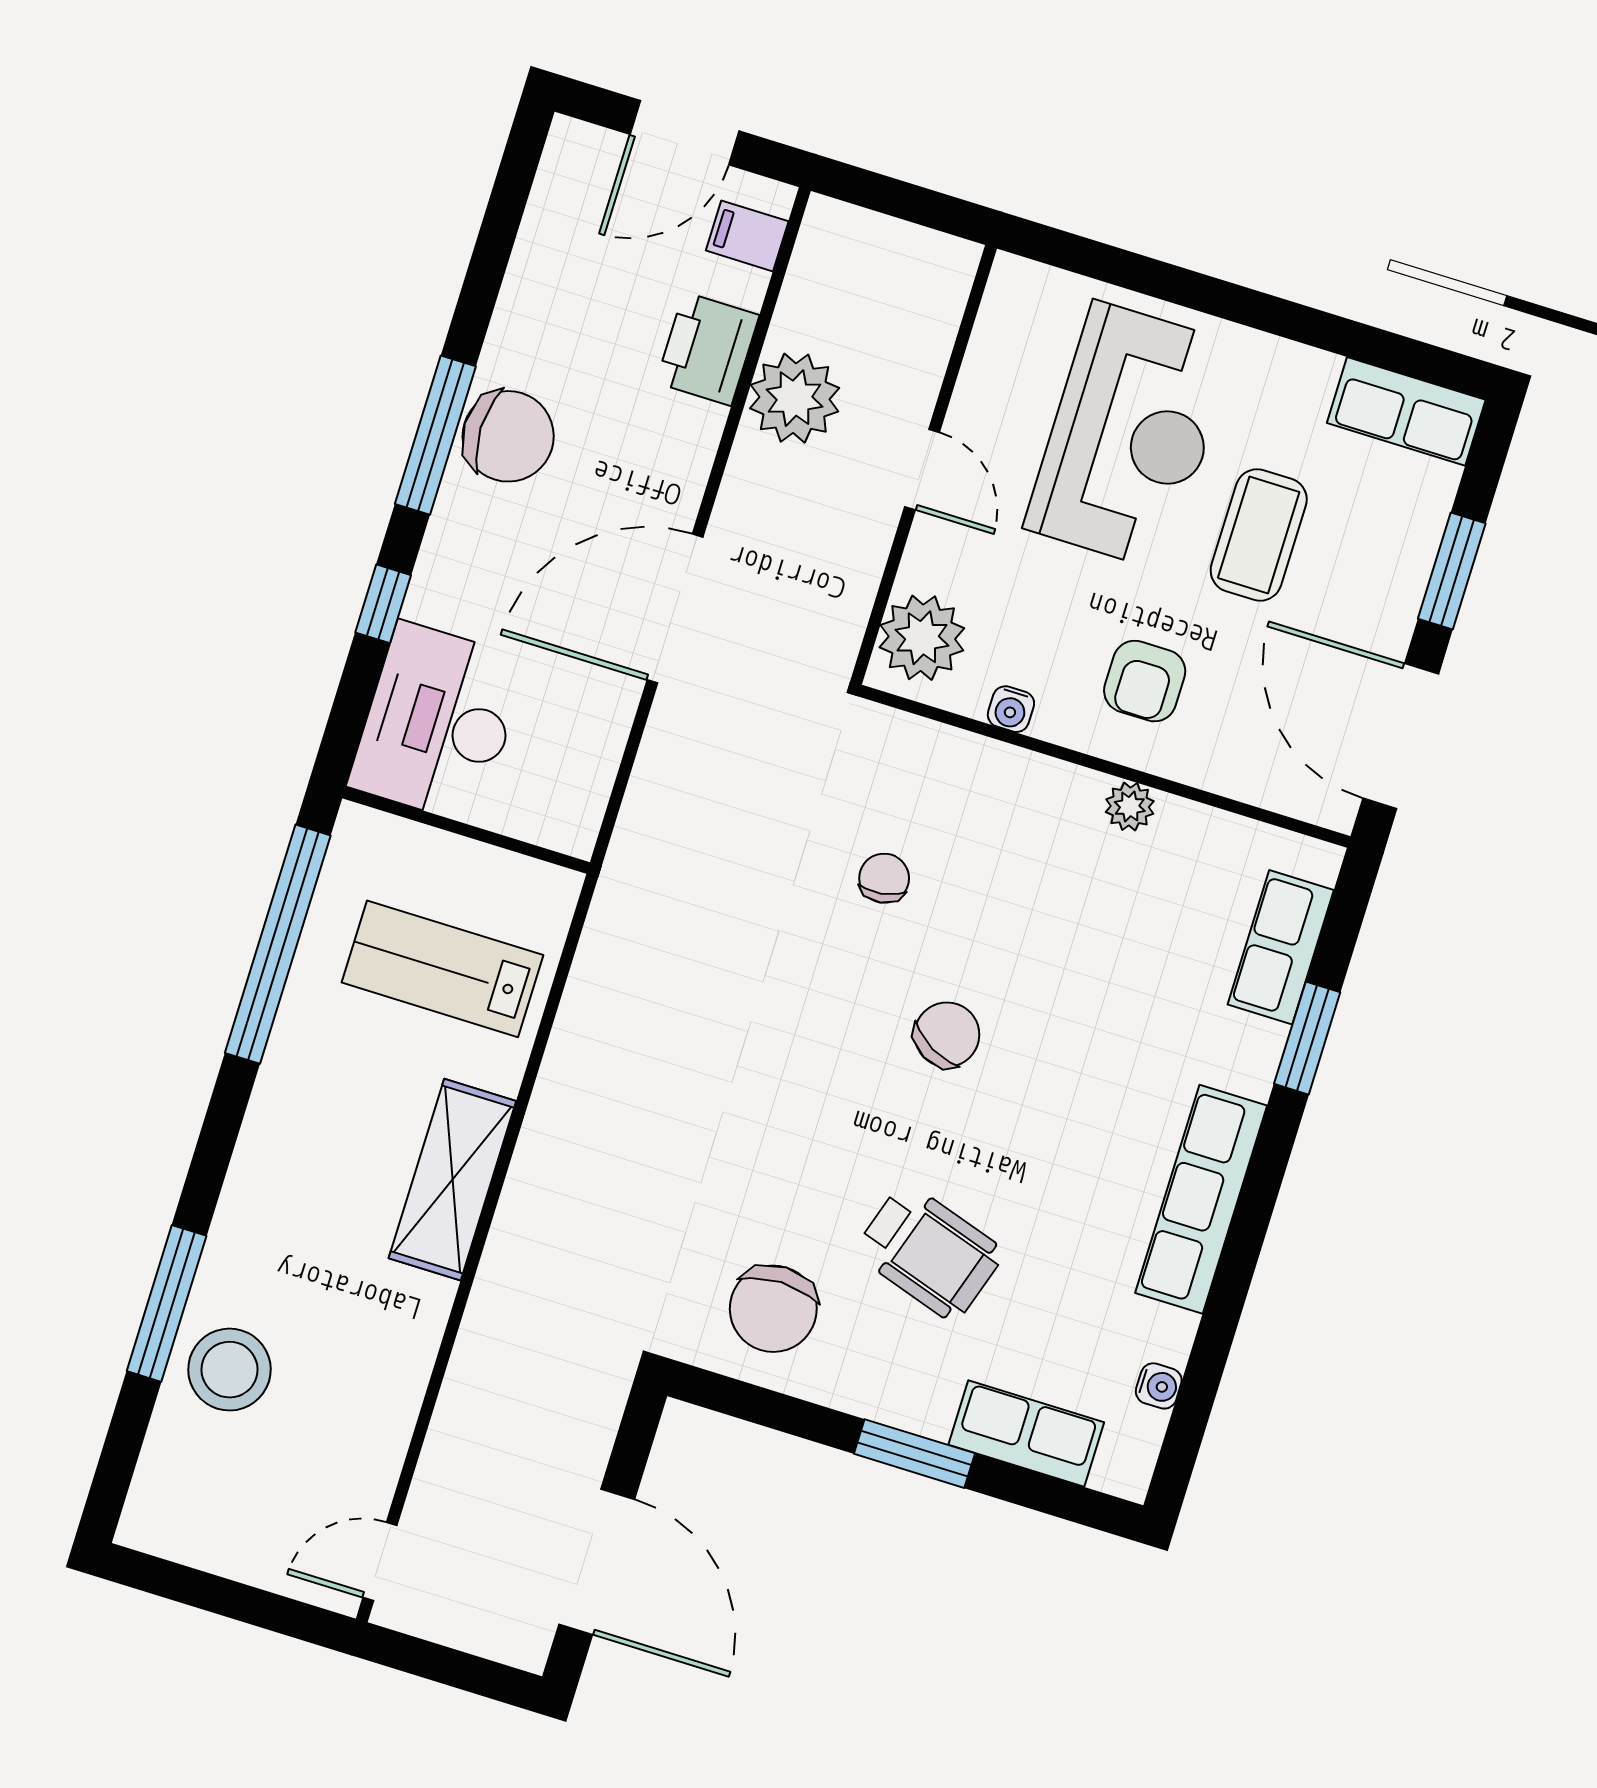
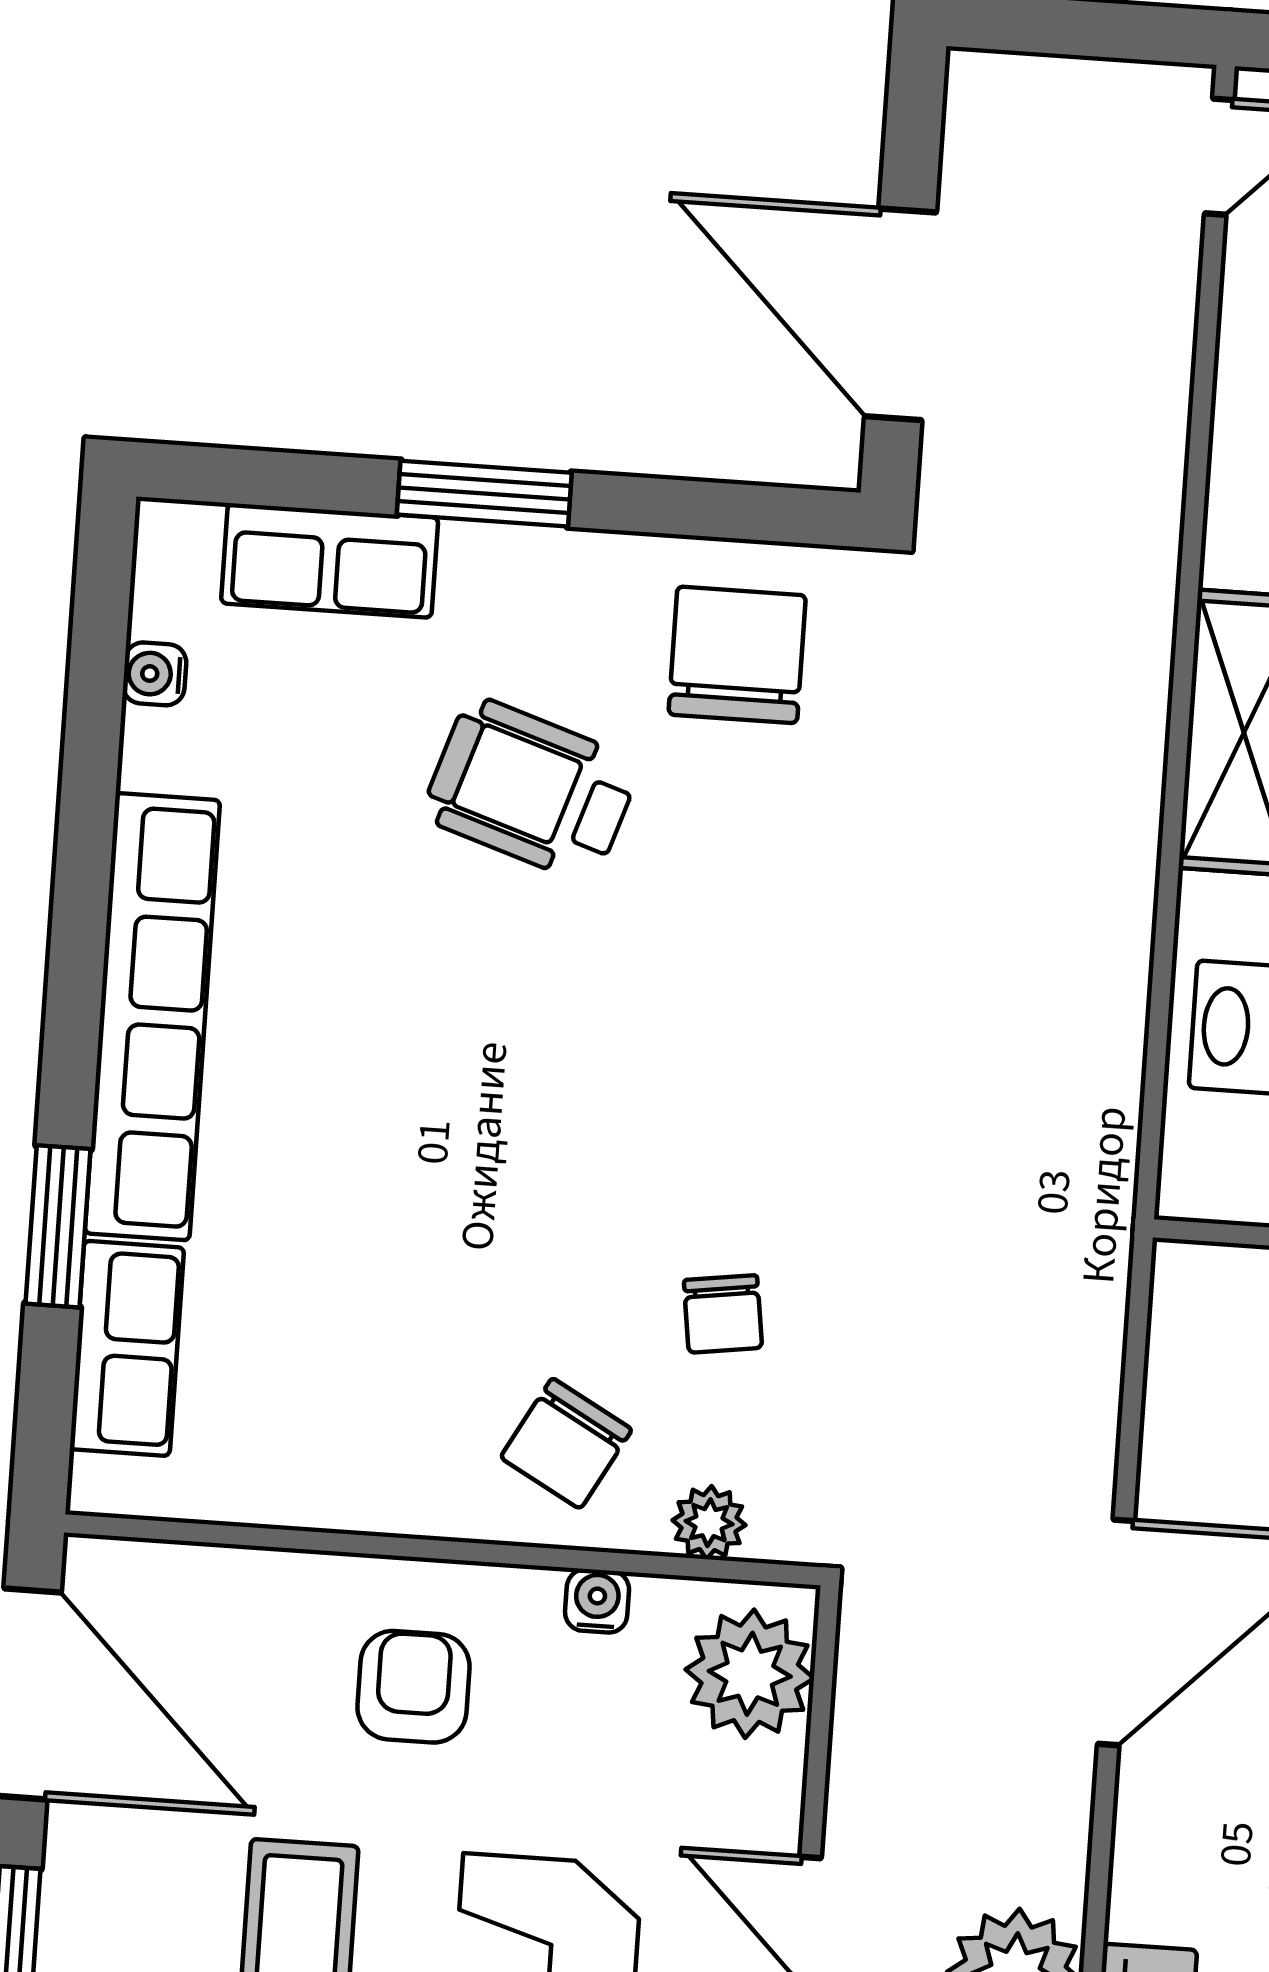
plant: (1130, 807) -> (709, 1523), moved
chair: (947, 1035) -> (566, 1444), moved
row of seats: (1201, 1199) -> (152, 1017), width x1.36
door: (597, 1562) -> (900, 314), moved

